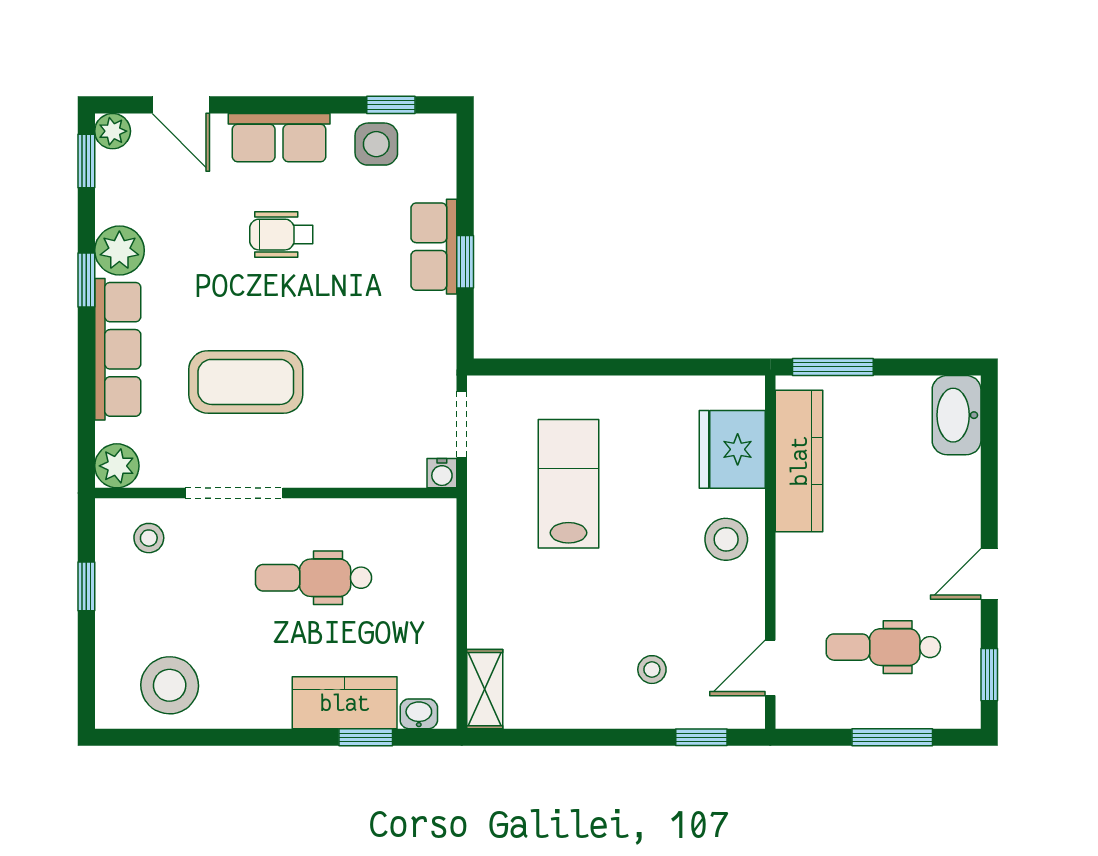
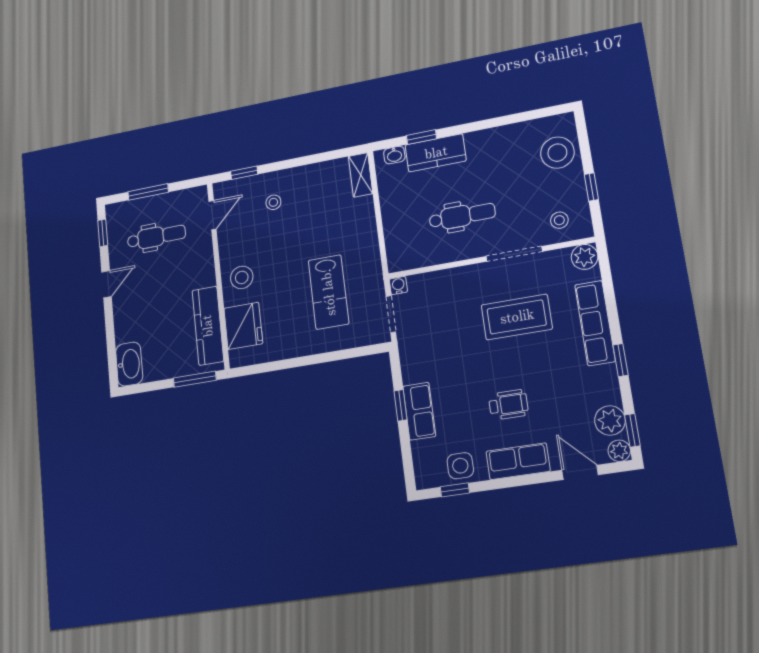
plant: (119, 250) -> (610, 420), moved
stool: (170, 685) -> (557, 153), moved

